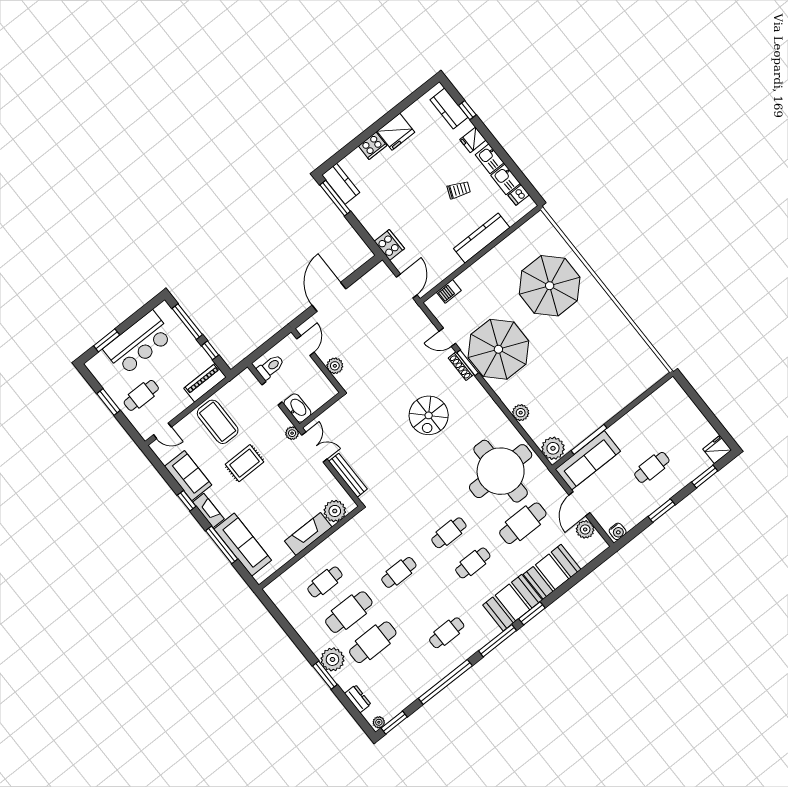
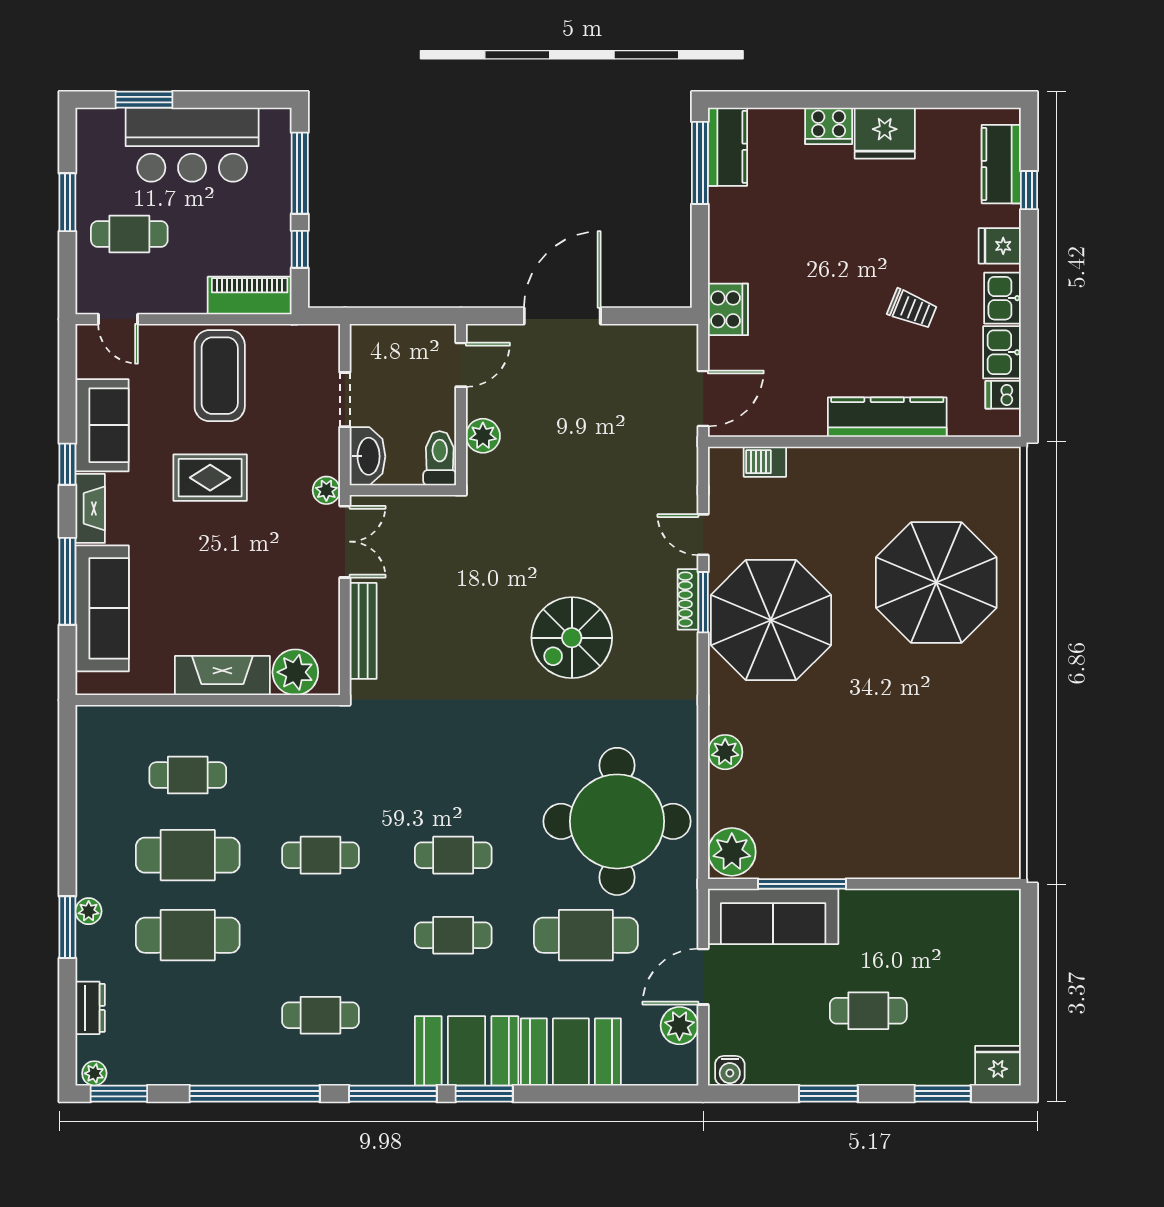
toilet: (271, 367) -> (440, 458), moved, turned -90
plant: (332, 659) -> (89, 911), width x0.53, depth x0.53

